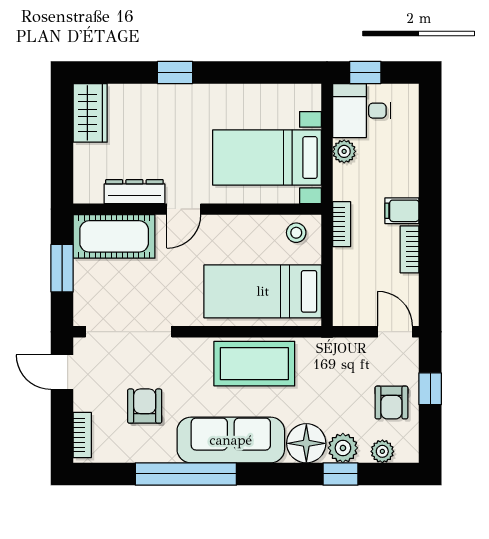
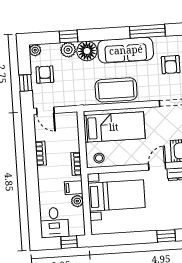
desk: (362, 111) -> (54, 222), moved, turned 90
filing cabinet: (402, 211) -> (74, 188), moved, turned 180
plant: (382, 451) -> (35, 50), moved
window: (186, 474) -> (147, 31), width x0.68

